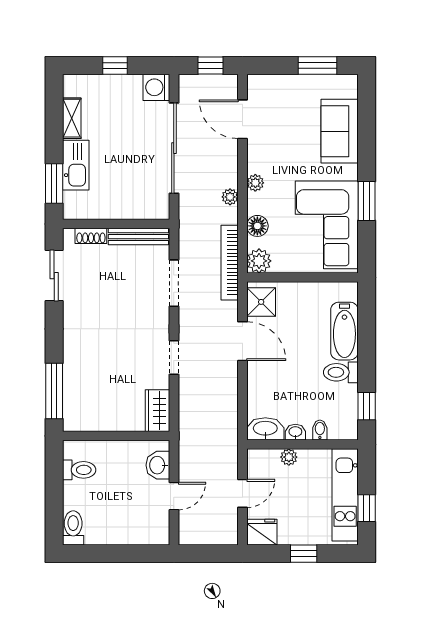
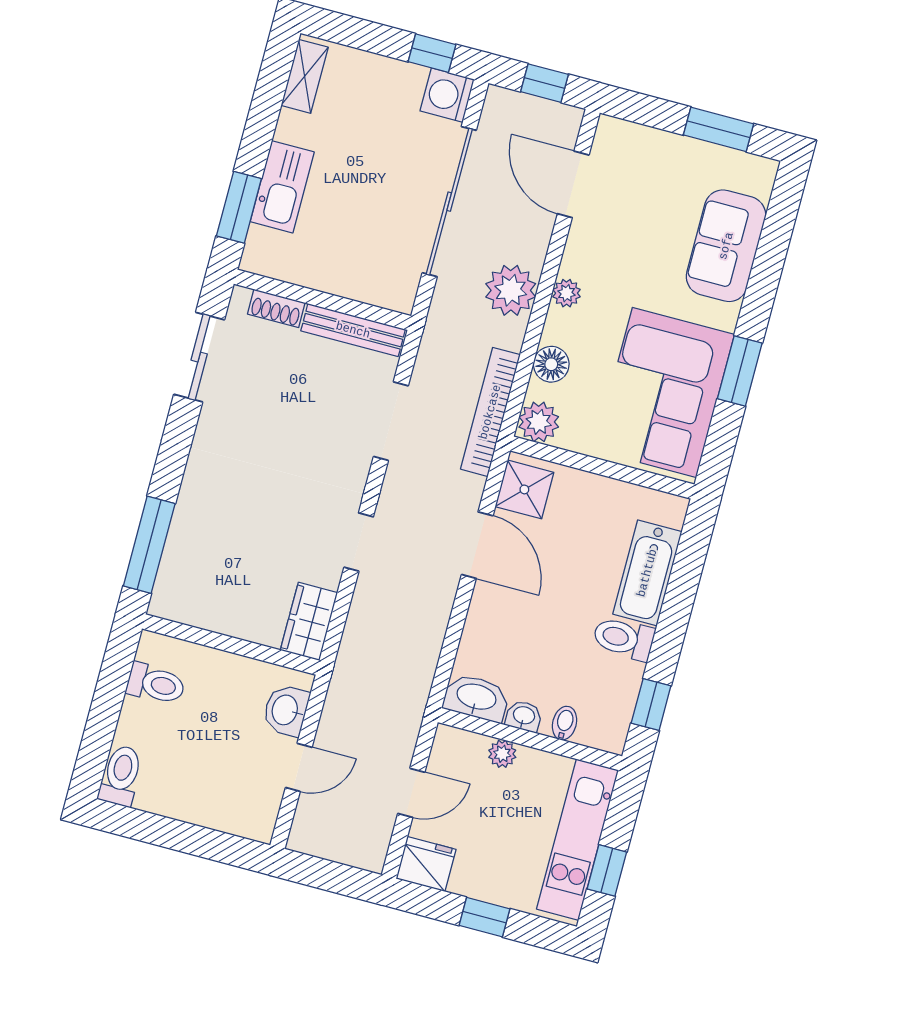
window: (115, 66) -> (432, 53), moved
shelving: (72, 118) -> (305, 76), moved
plant: (230, 197) -> (511, 290), width x1.87, depth x1.87

